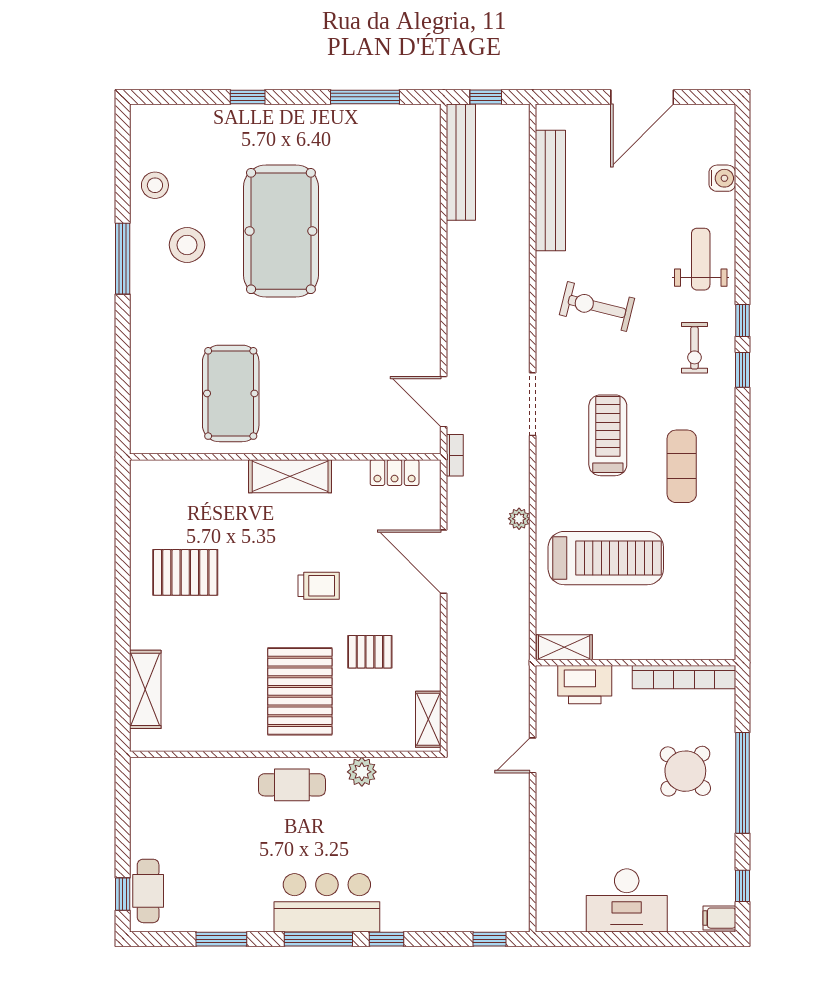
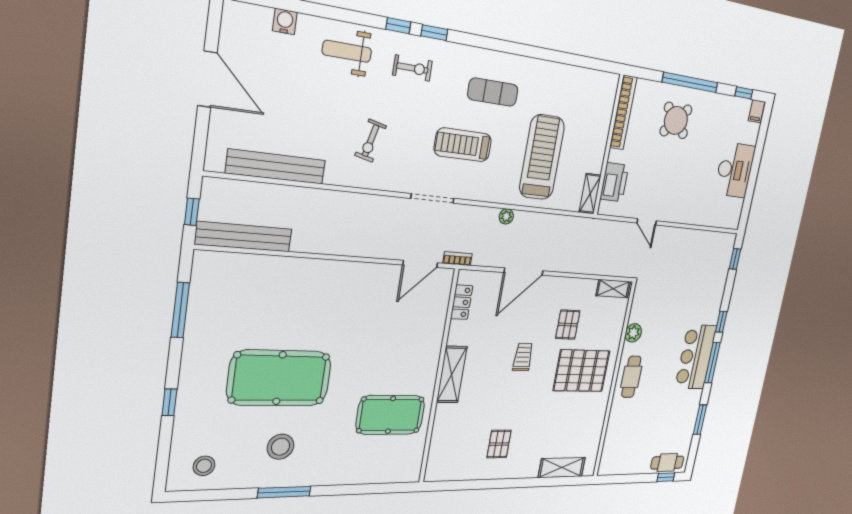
stool: (155, 185) -> (204, 466), moved
exercise bike: (597, 307) -> (371, 141), width x0.73, depth x0.72
pallet: (185, 572) -> (499, 444), width x0.67, depth x0.71

